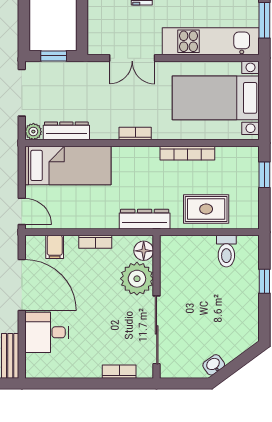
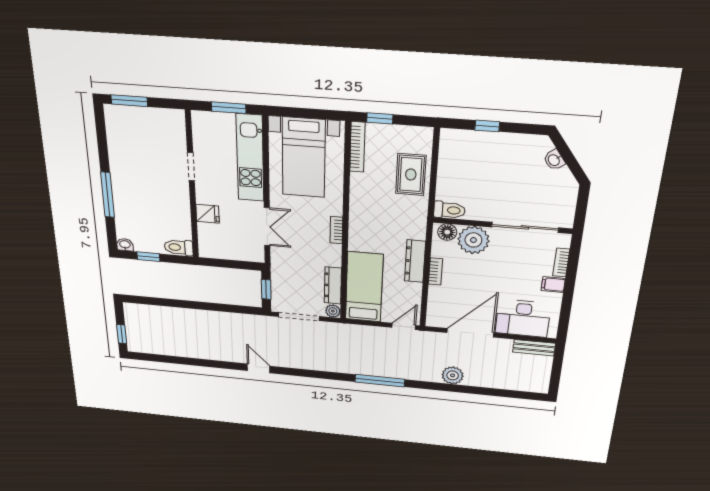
bookcase: (187, 153) -> (357, 147), moved
dresser: (145, 219) -> (415, 261), moved
filing cabinet: (55, 247) -> (553, 284), moved, turned 180
toilet: (226, 251) -> (449, 210), moved
desk: (47, 332) -> (523, 318), width x1.37
washbasin: (214, 365) -> (554, 160), moved

